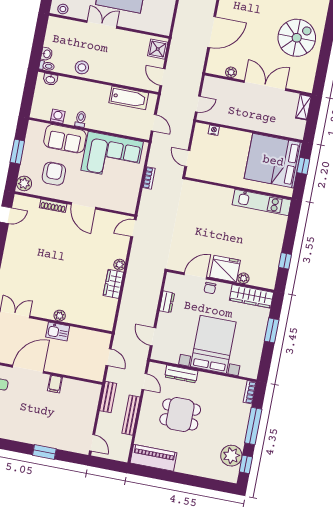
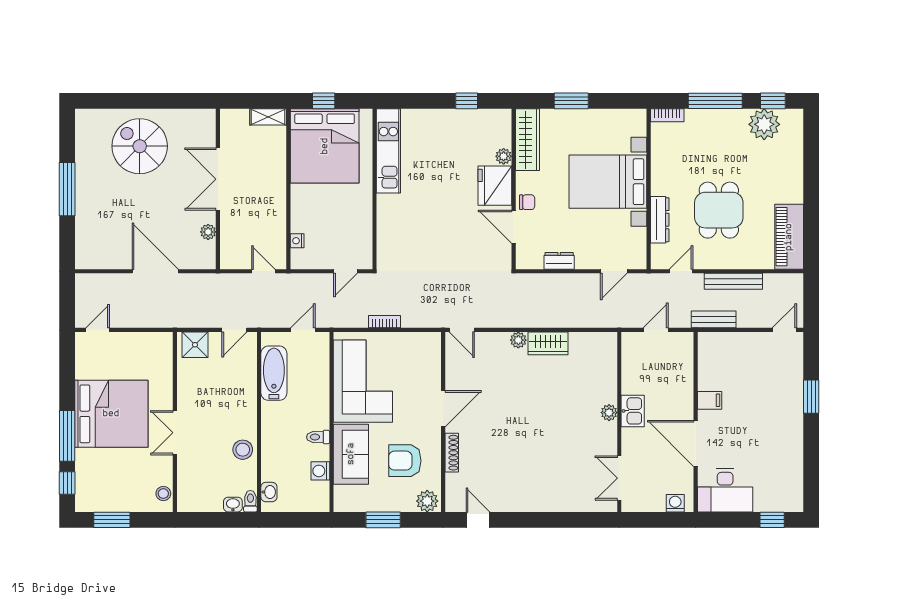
shelving: (304, 107) -> (268, 117), moved

